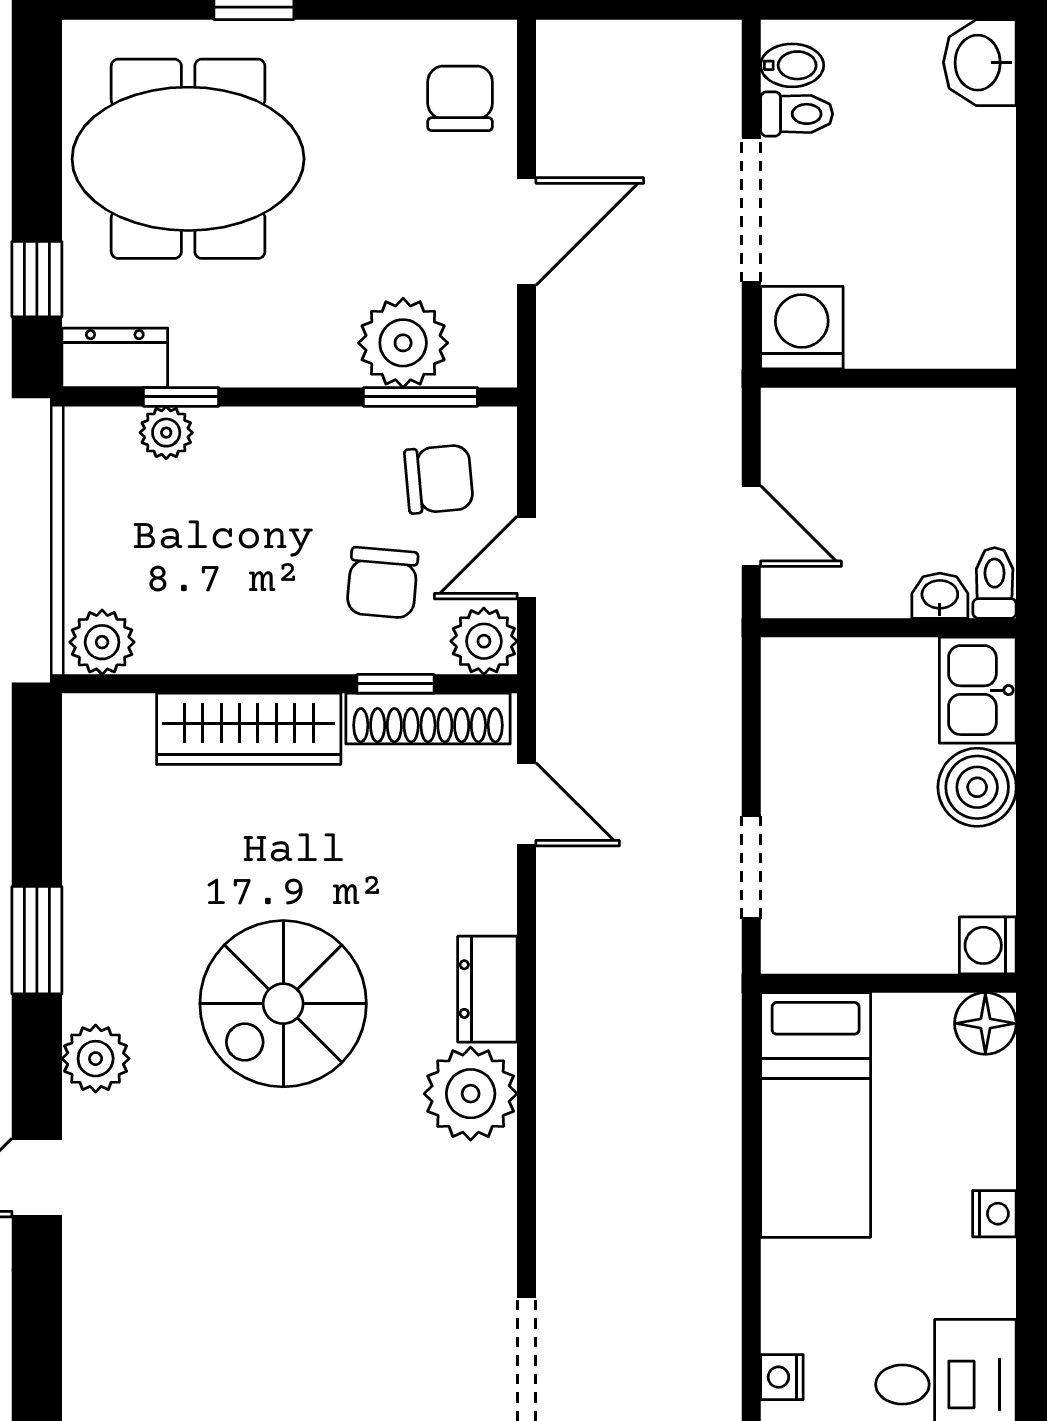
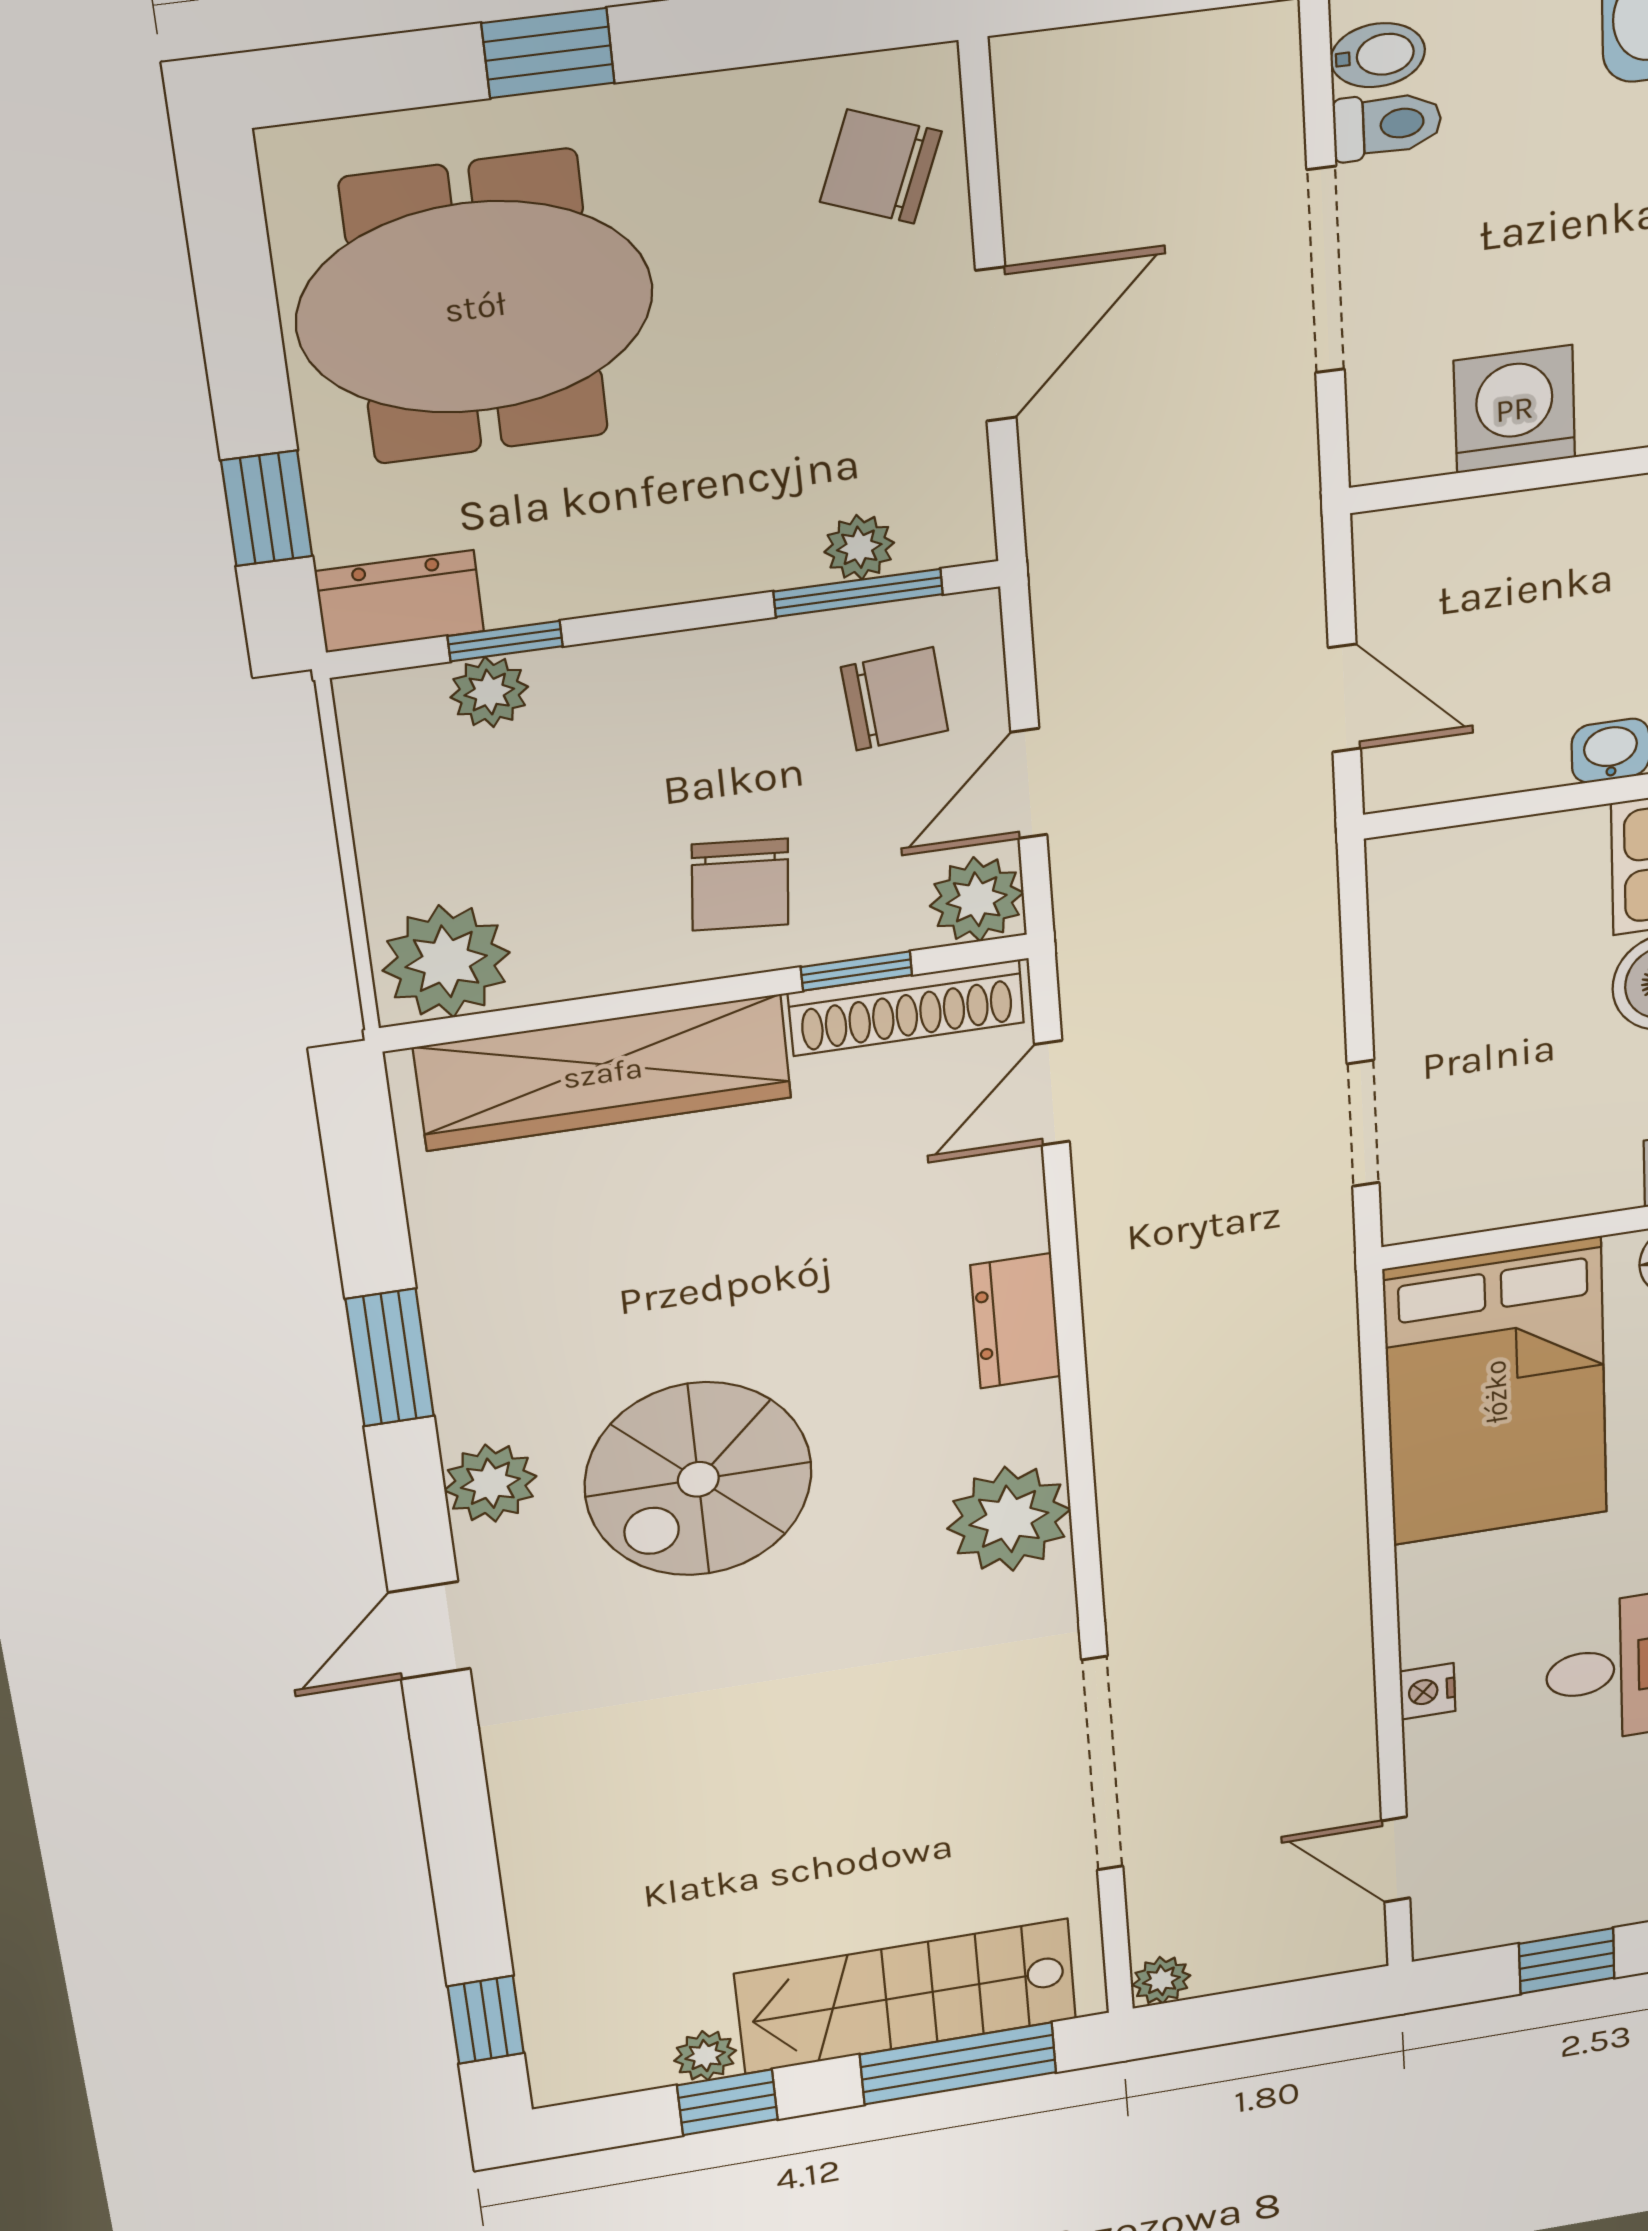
chair: (460, 98) -> (881, 167), turned -69
washing machine: (802, 328) -> (1515, 409), moved
plant: (403, 343) -> (859, 547), width x0.53, depth x0.53
chair: (382, 583) -> (740, 885), moved
plant: (102, 642) -> (446, 961), width x1.36, depth x1.36
wardrobe: (249, 729) -> (603, 1073), width x1.40, depth x1.17
door: (527, 804) -> (1052, 1093), swing flipped
spiral stairs: (283, 1004) -> (698, 1479), moved
plant: (471, 1094) -> (1009, 1519), moved
bed: (816, 1115) -> (1496, 1392), width x1.50

